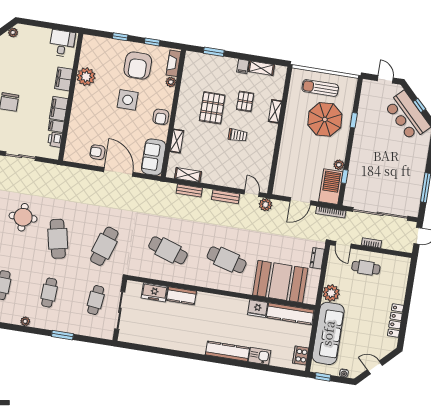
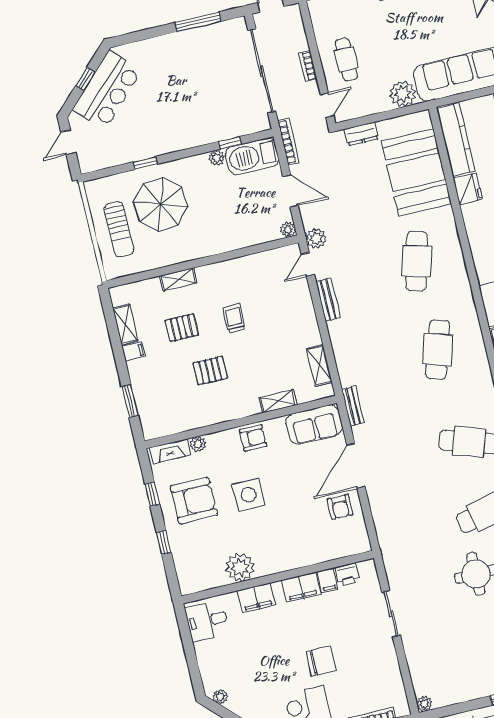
pallet: (212, 108) -> (210, 370), width x0.67, depth x0.71
plant: (278, 190) -> (288, 230), added
bench: (189, 191) -> (353, 406), moved

